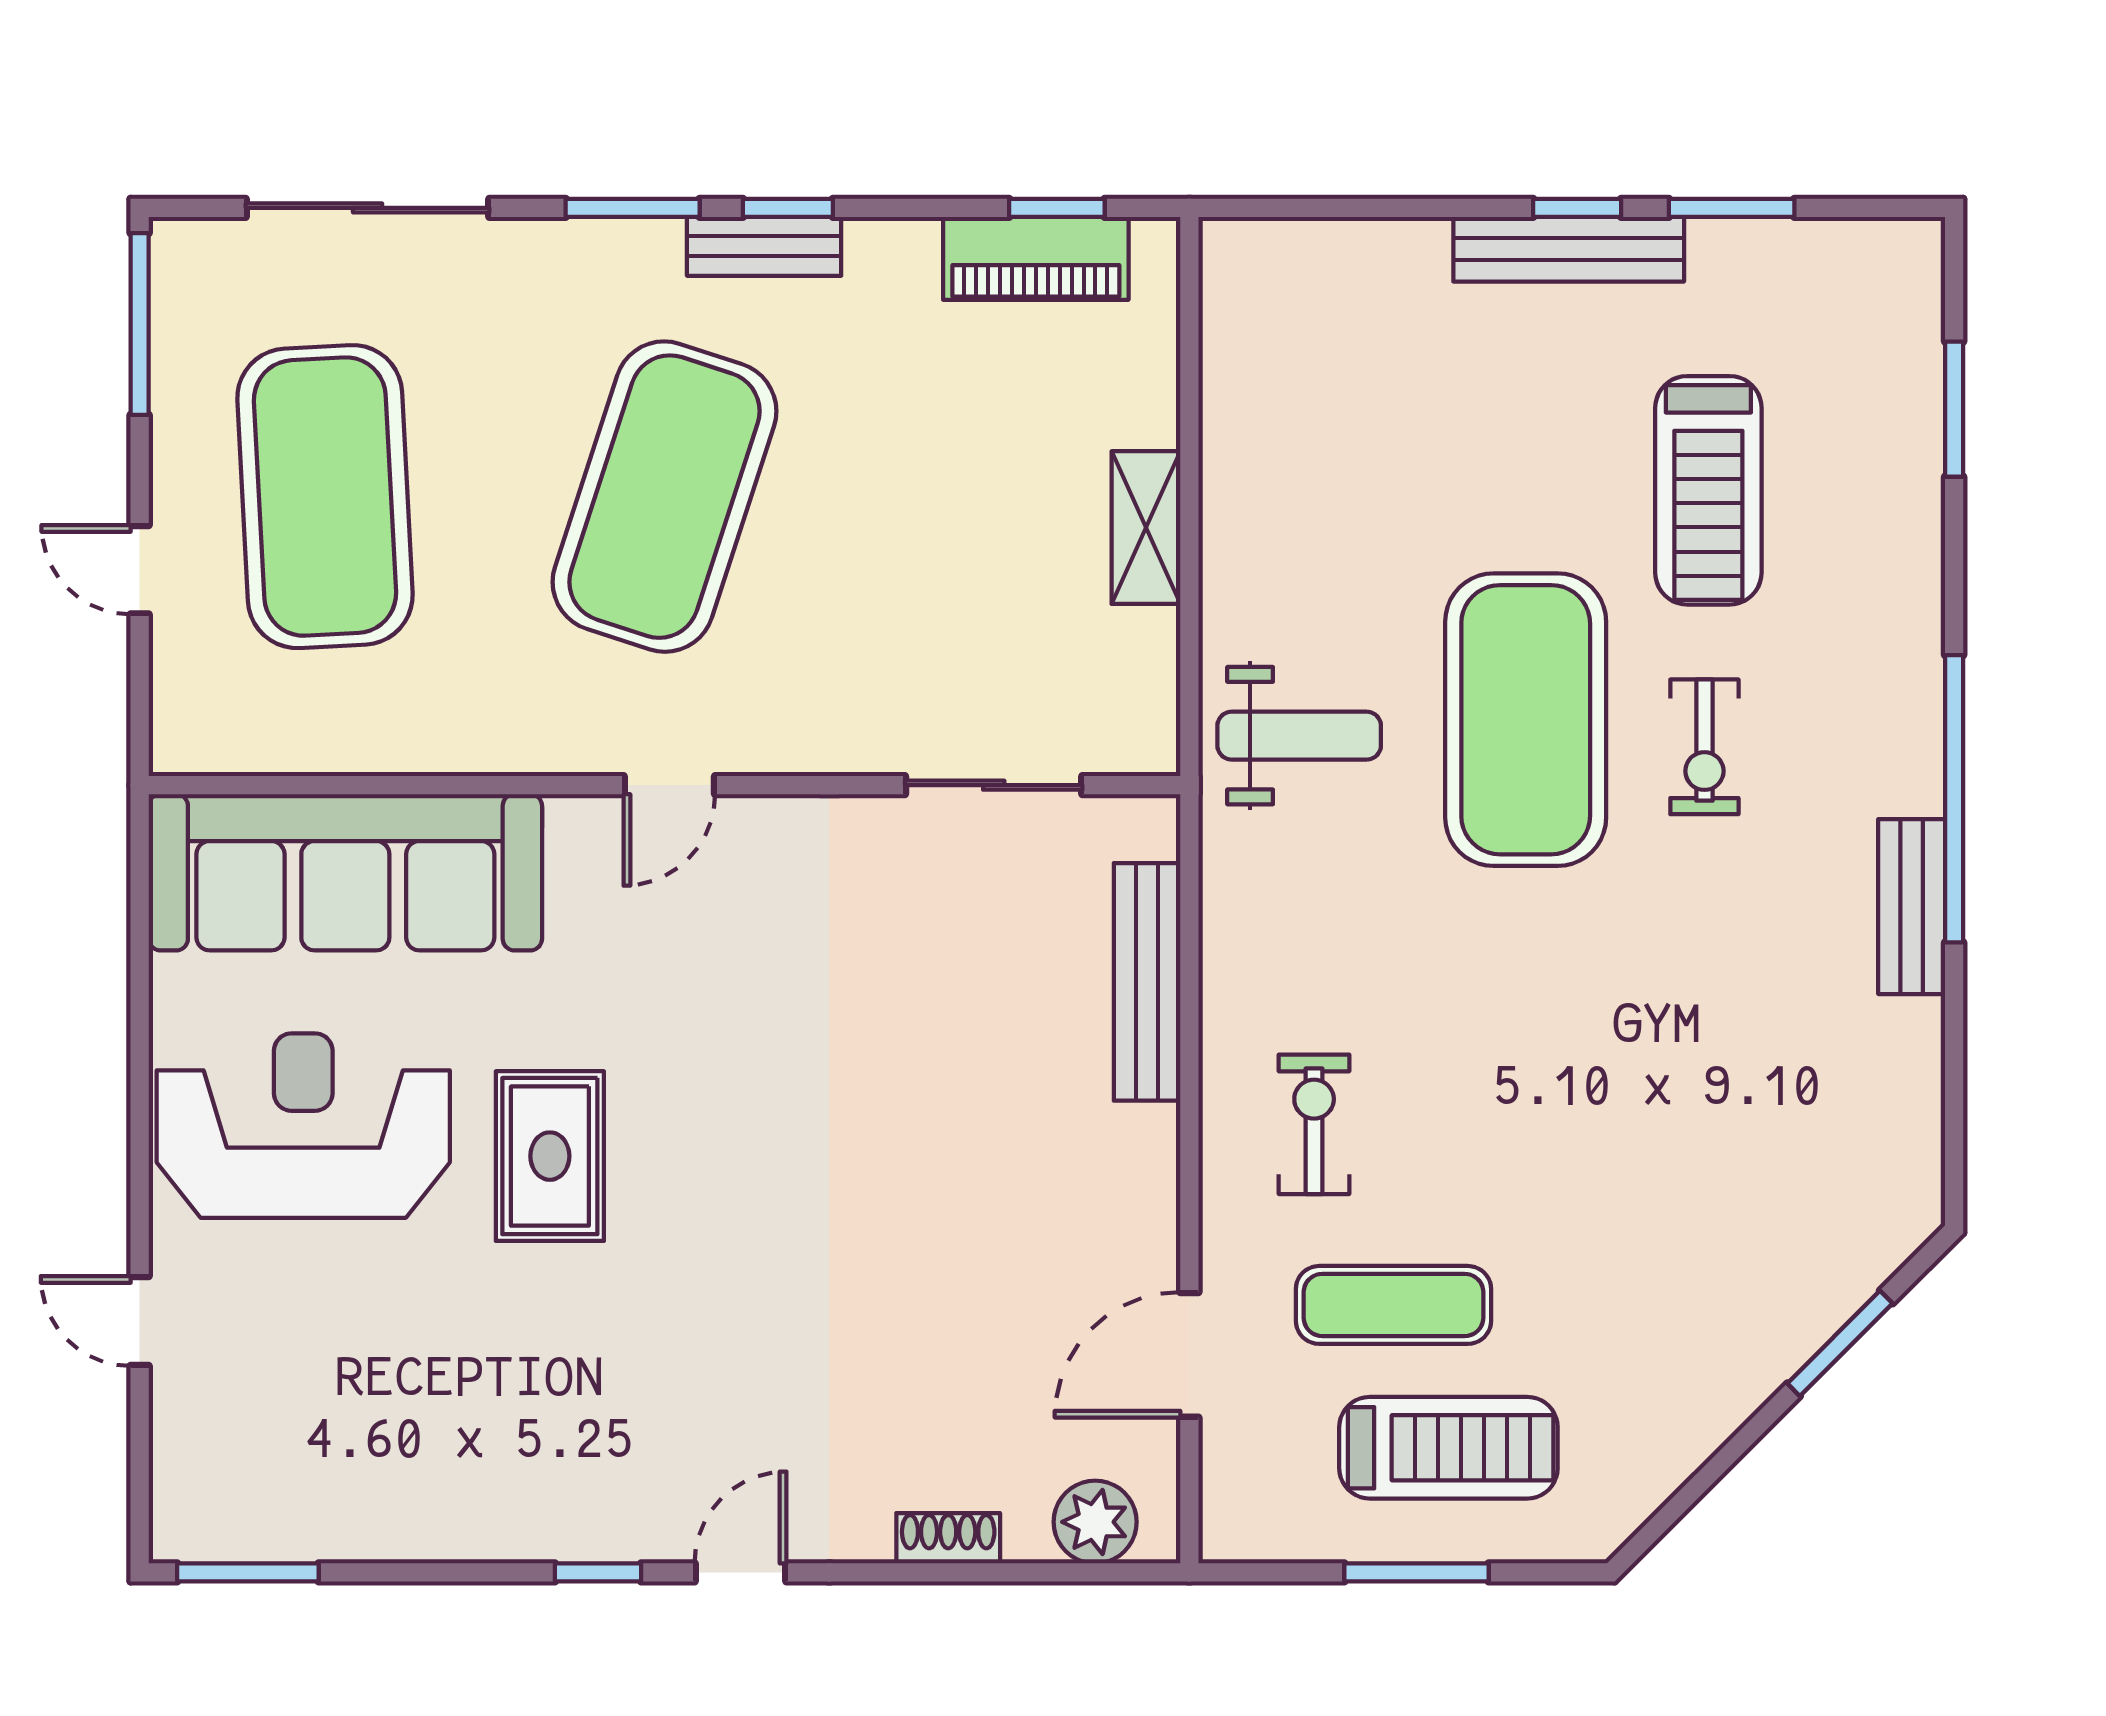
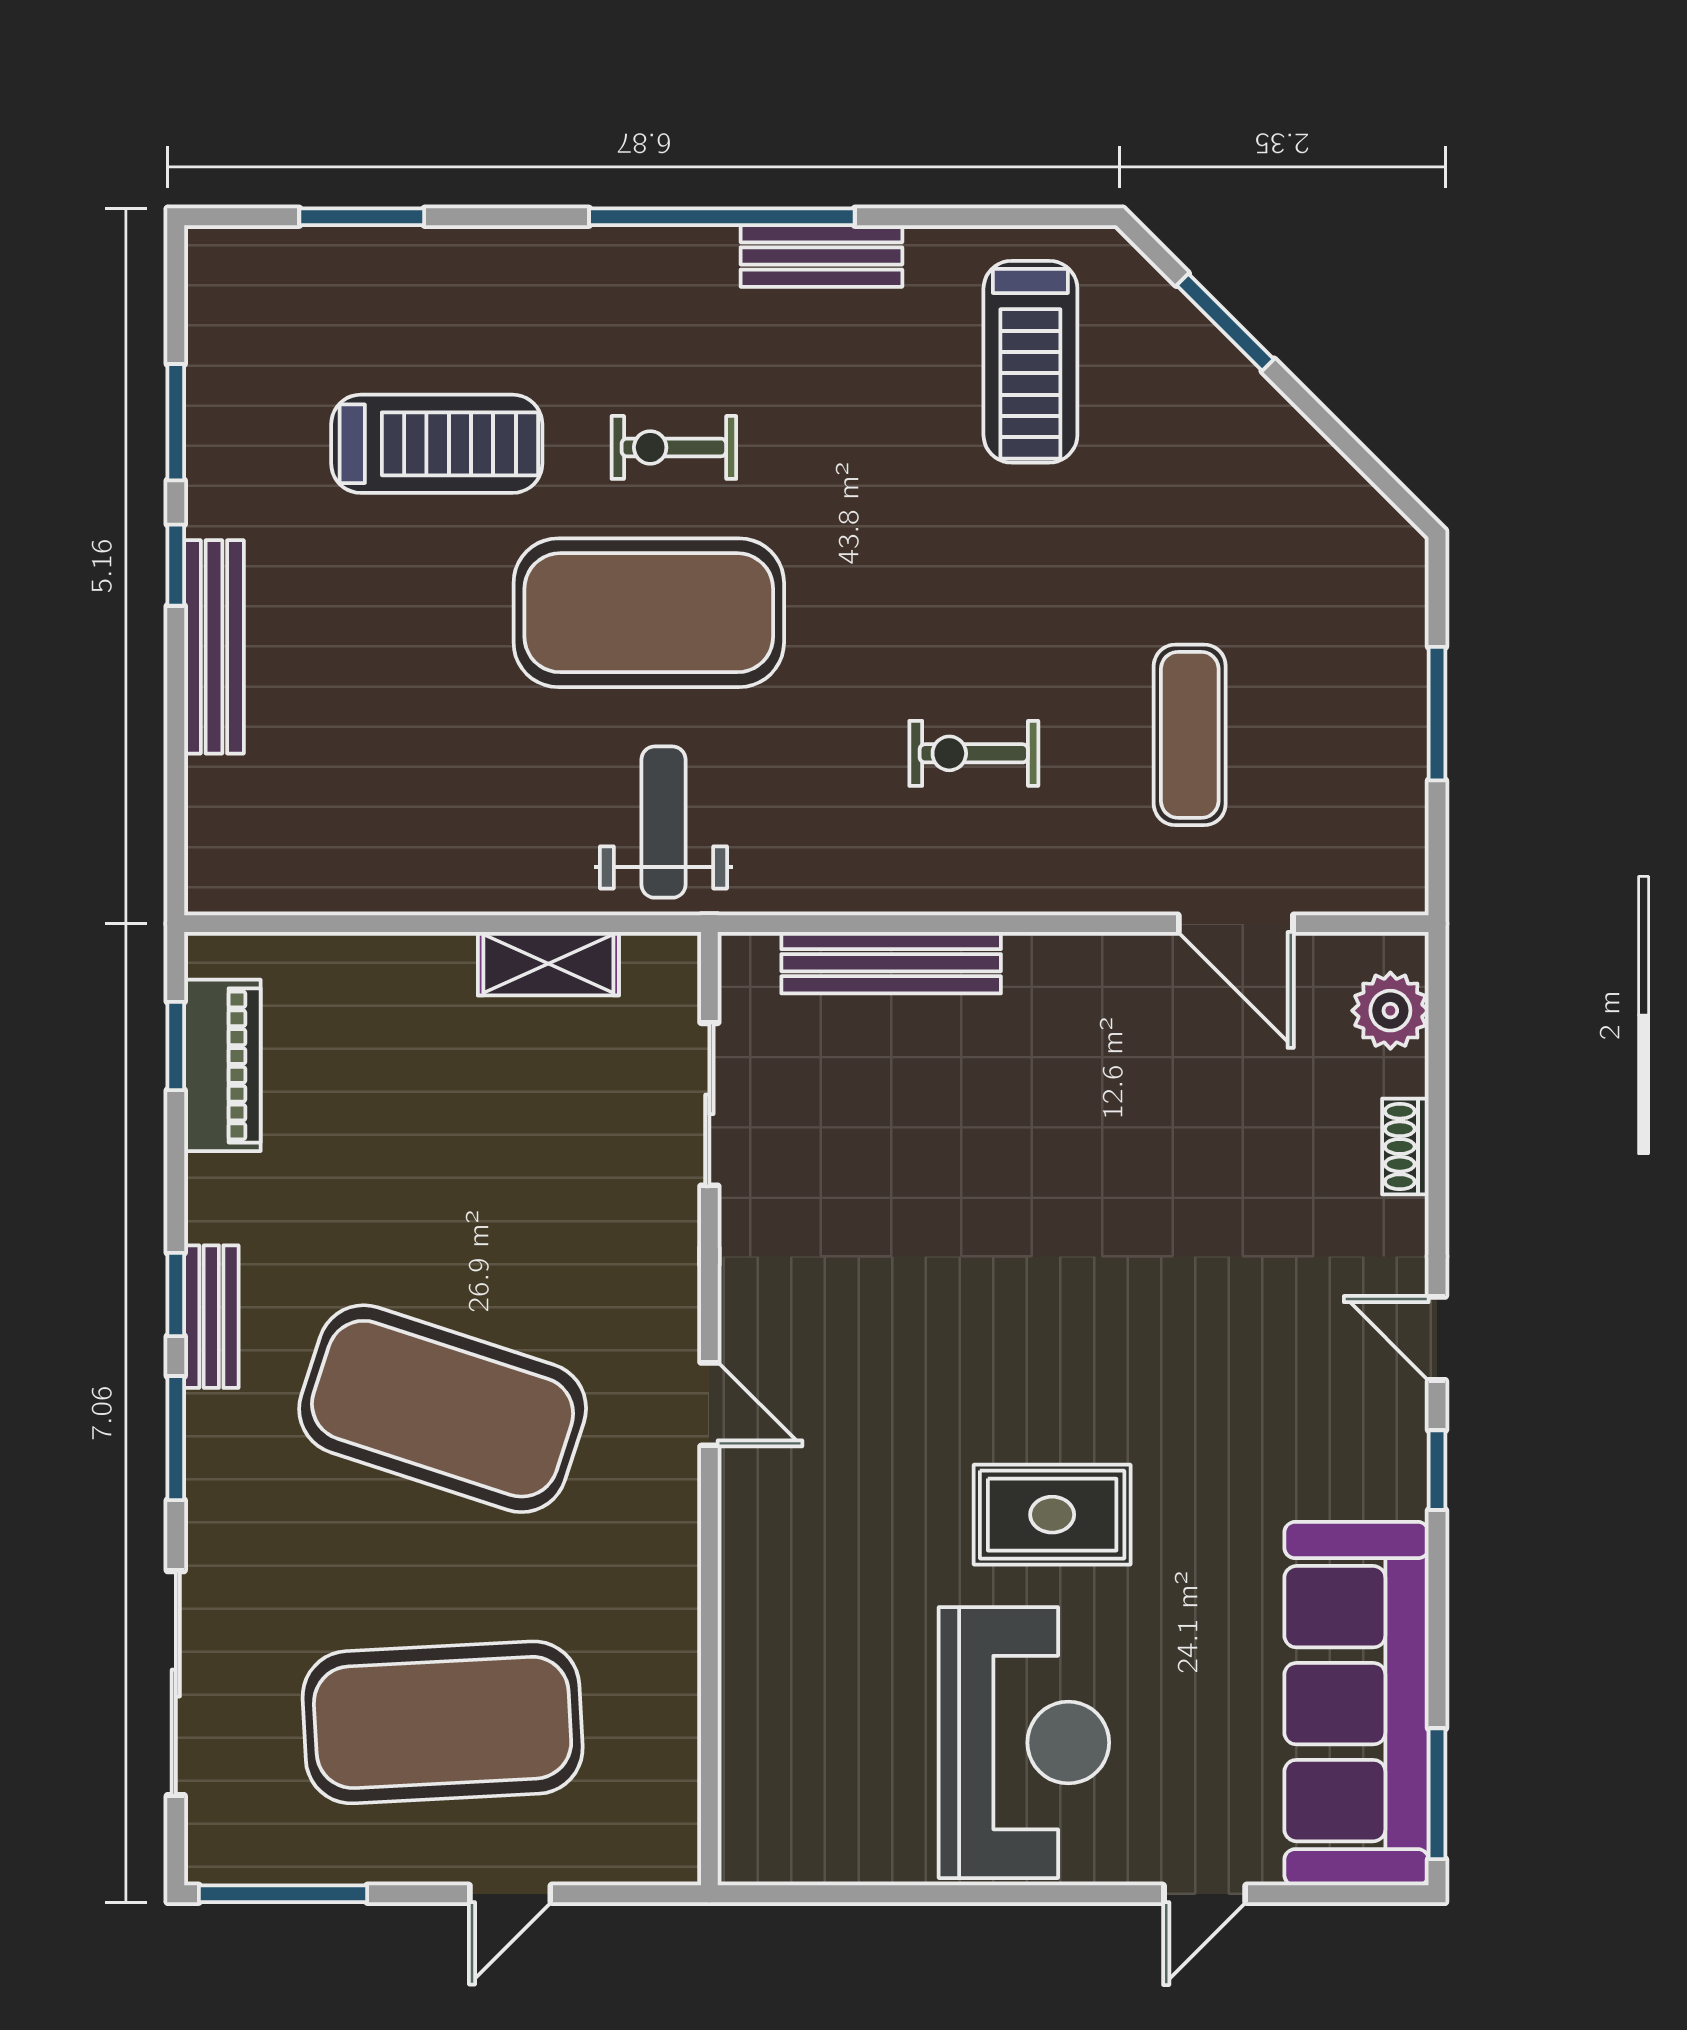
bench: (1569, 249) -> (214, 647), moved
shelving: (1146, 528) -> (548, 964), moved
exercise bike: (1704, 747) -> (674, 447), turned 180
sofa: (345, 872) -> (1356, 1704), moved, turned 180
exercise bike: (1314, 1124) -> (974, 753), moved
reception desk: (303, 1126) -> (1024, 1743), turned 180
treadmill: (1448, 1448) -> (1030, 362), moved, turned 180

